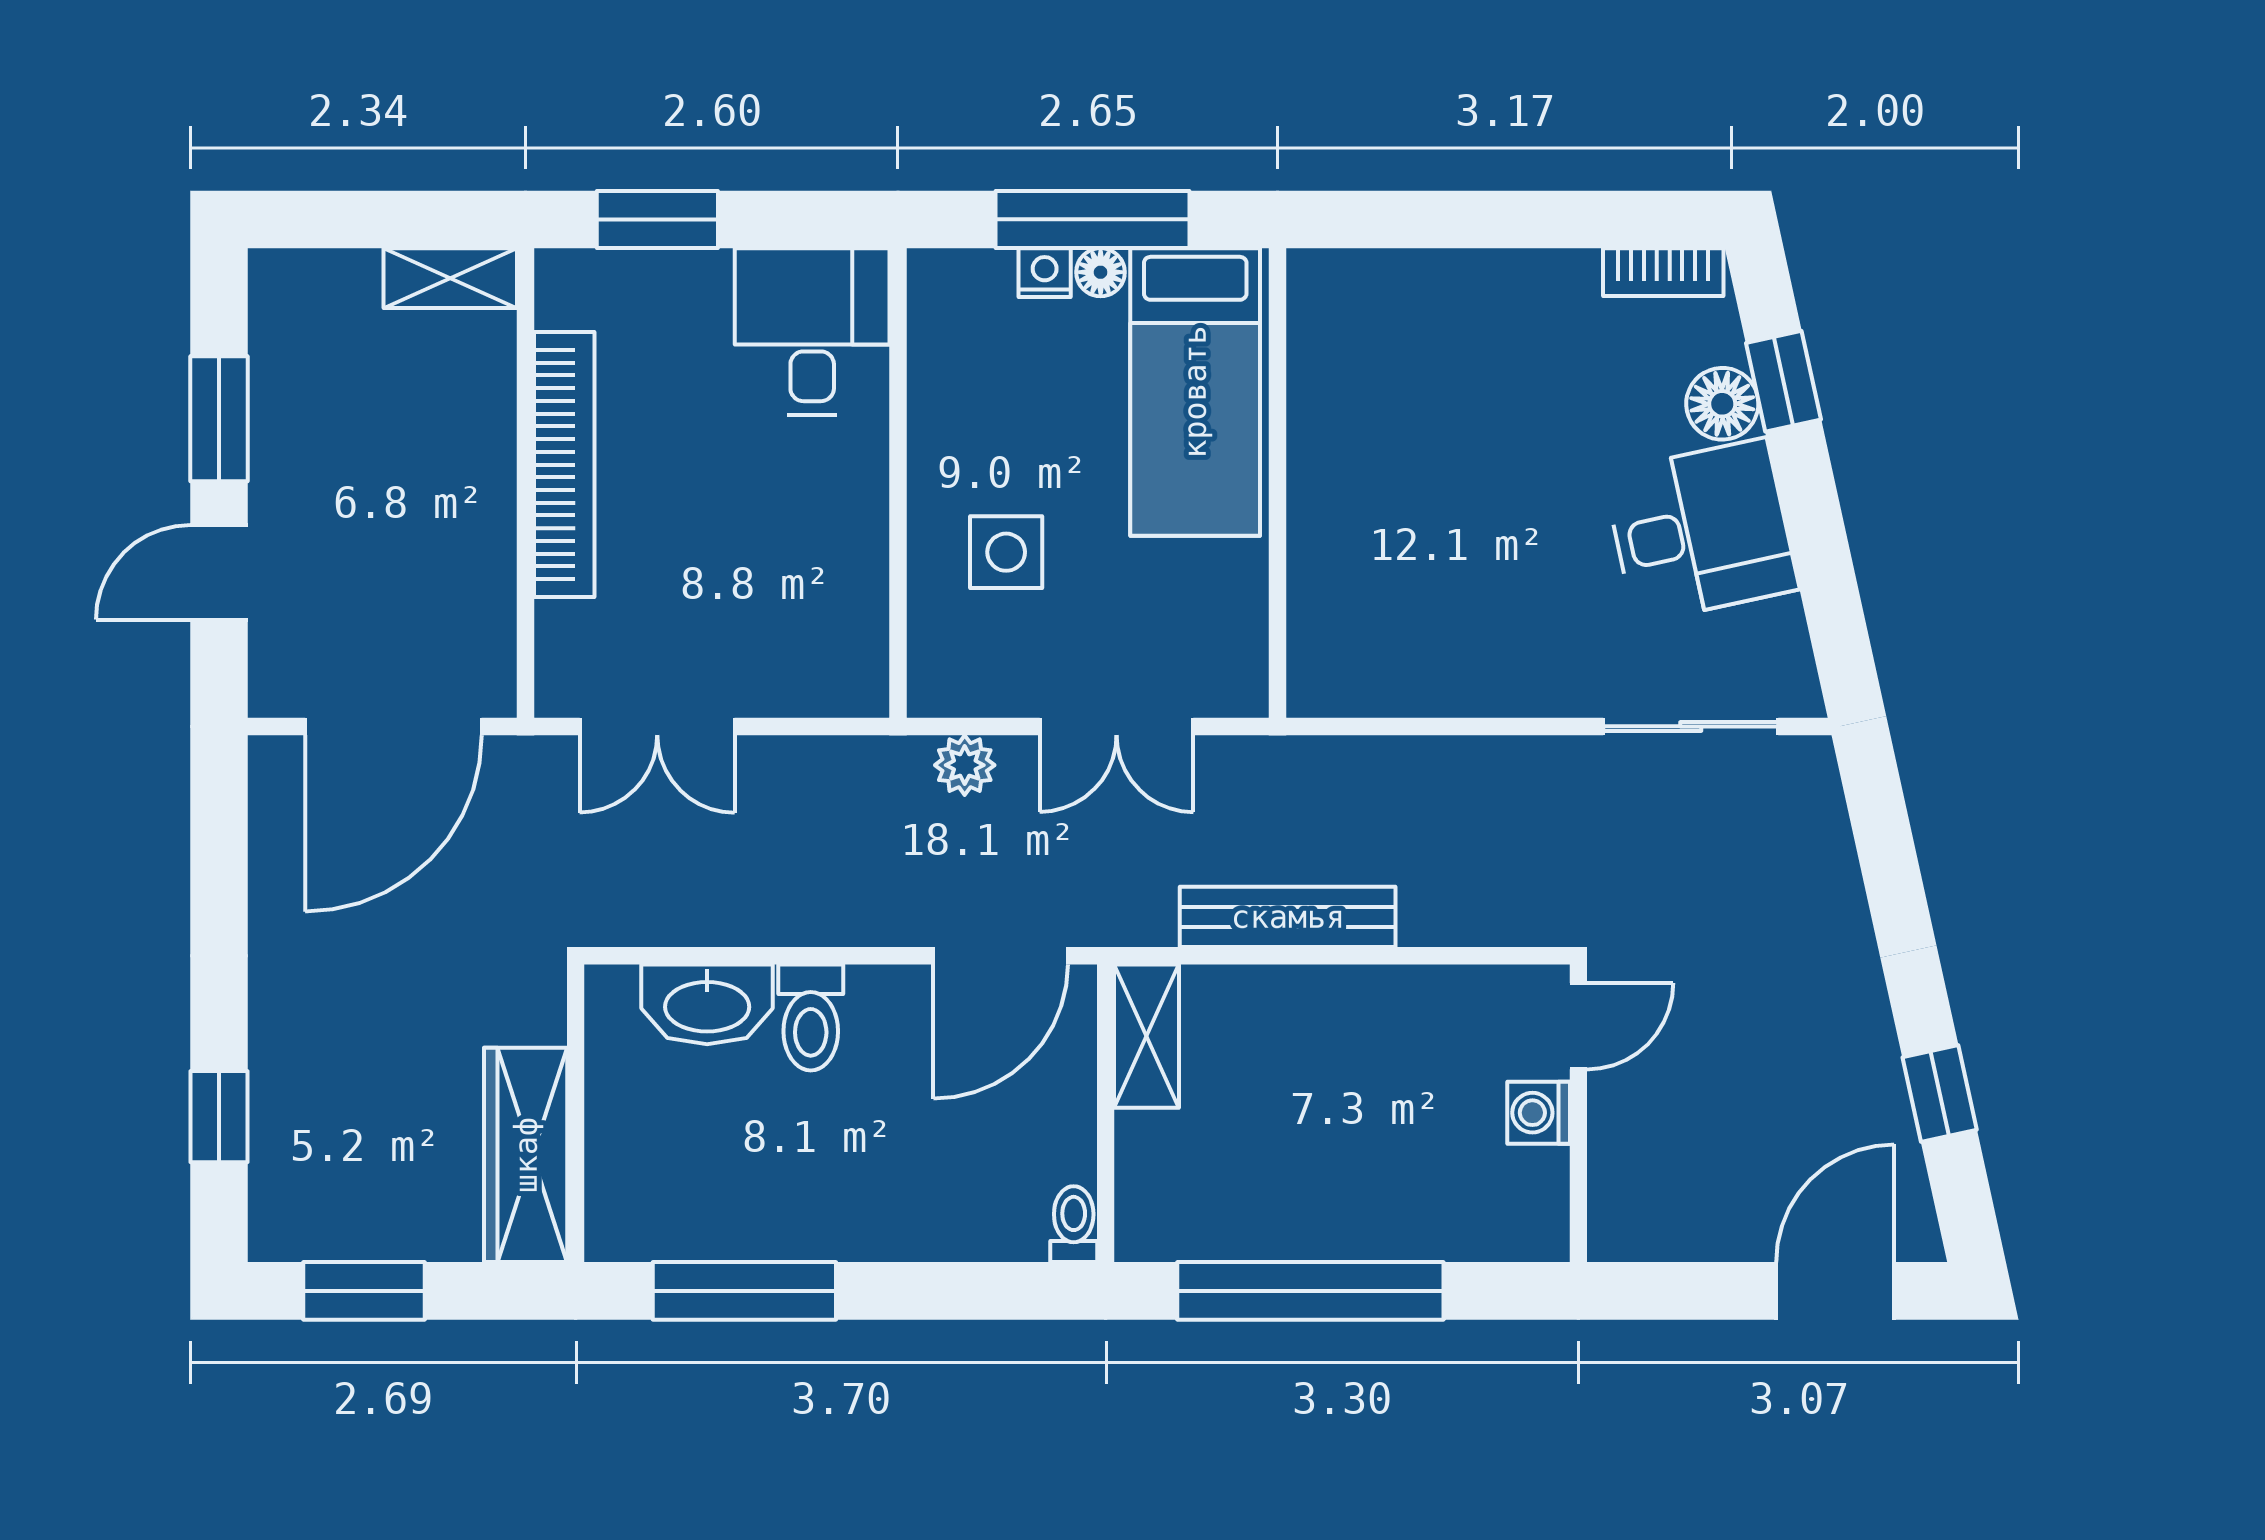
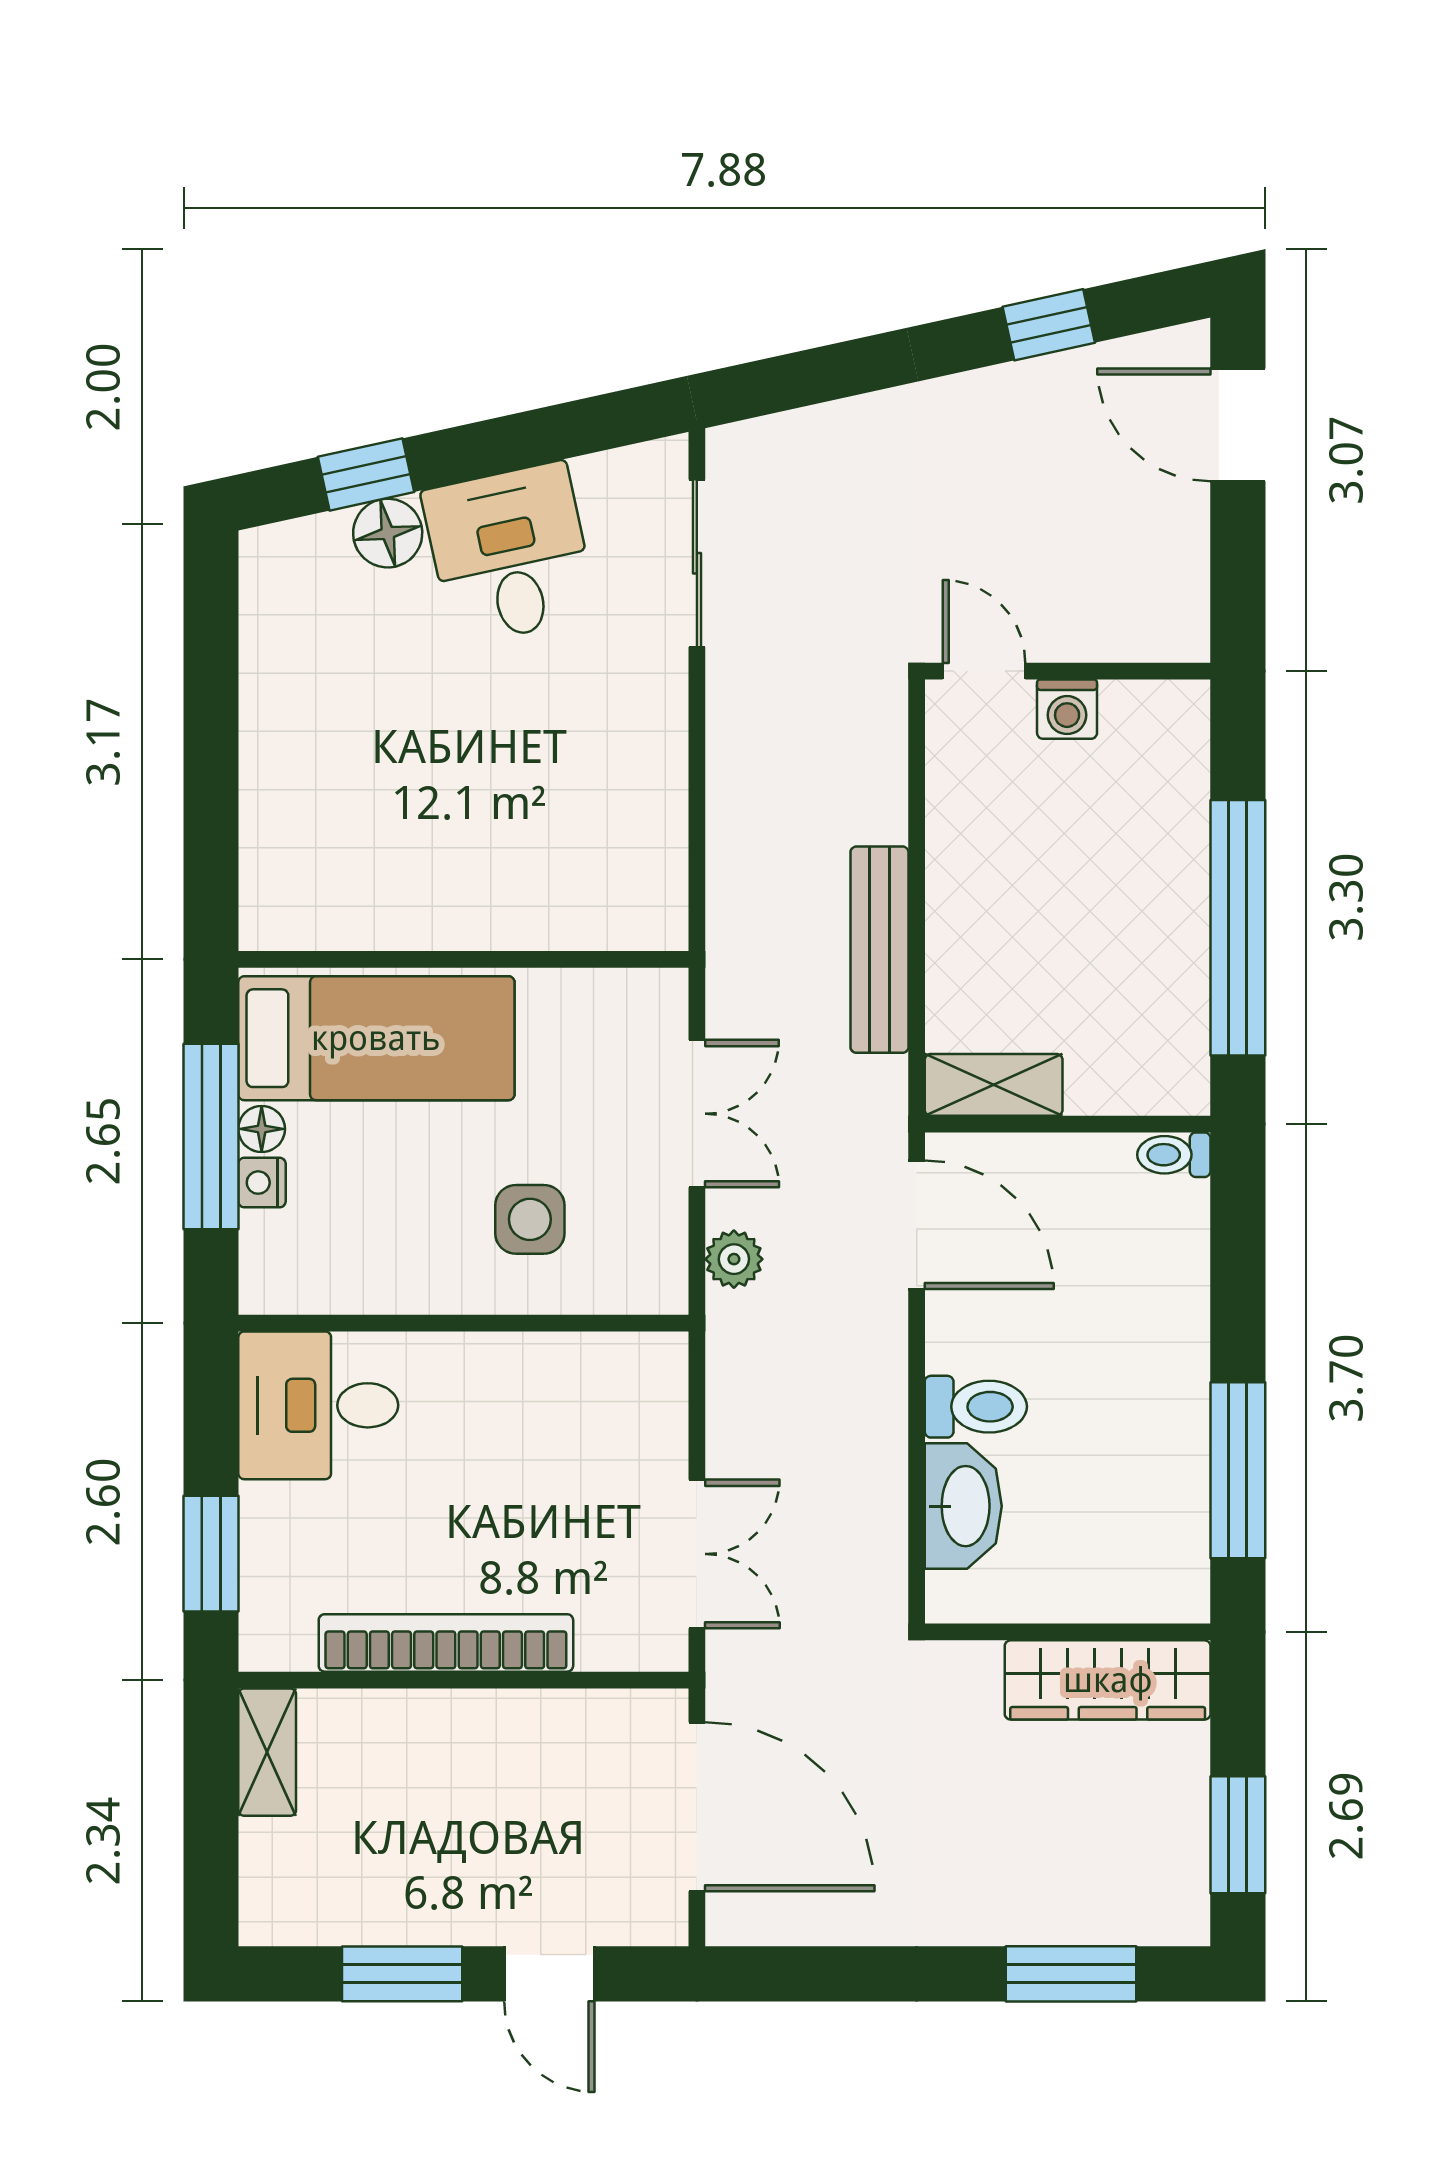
bookcase: (1663, 272) -> (261, 590), removed
window: (219, 1117) -> (1071, 1974), width x1.50

